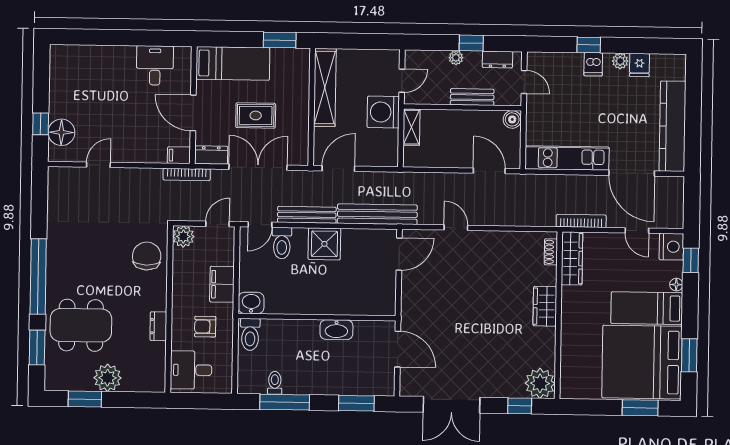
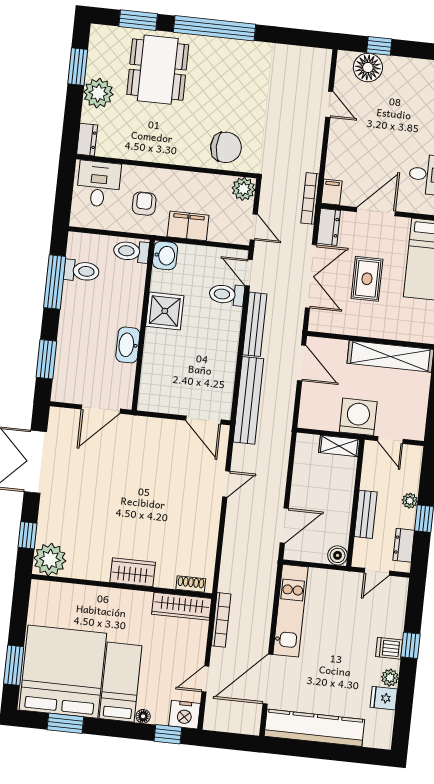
shower: (324, 244) -> (165, 311), moved
dresser: (158, 326) -> (87, 140), moved, turned 90
toilet: (275, 383) -> (82, 271), width x1.37, depth x1.39

